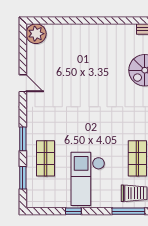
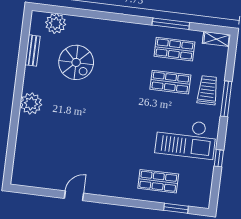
plant: (36, 34) -> (31, 104), moved
window: (23, 139) -> (134, 203), removed

